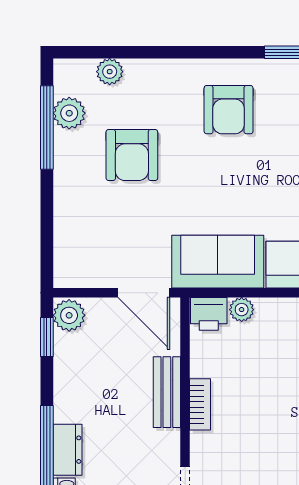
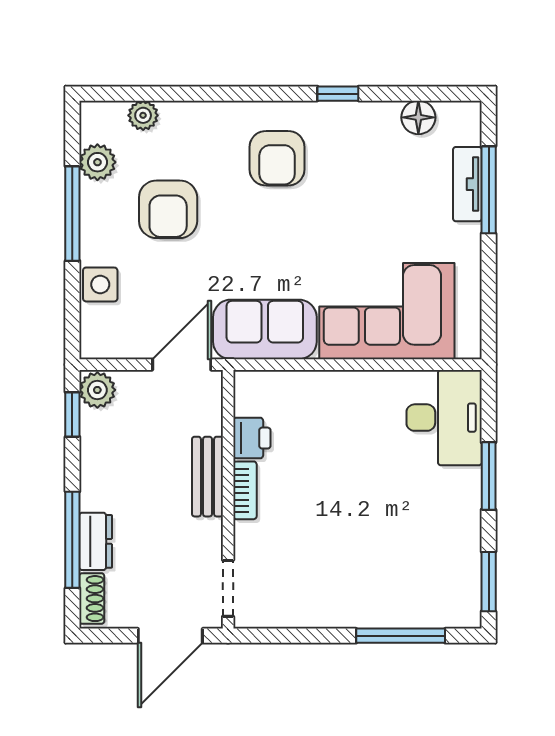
window: (47, 128) -> (72, 214), moved
side table: (72, 222) -> (100, 284), added
door: (144, 293) -> (182, 365), swing flipped
plant: (242, 310) -> (292, 383), removed
printer: (209, 314) -> (252, 438), moved, turned -90

